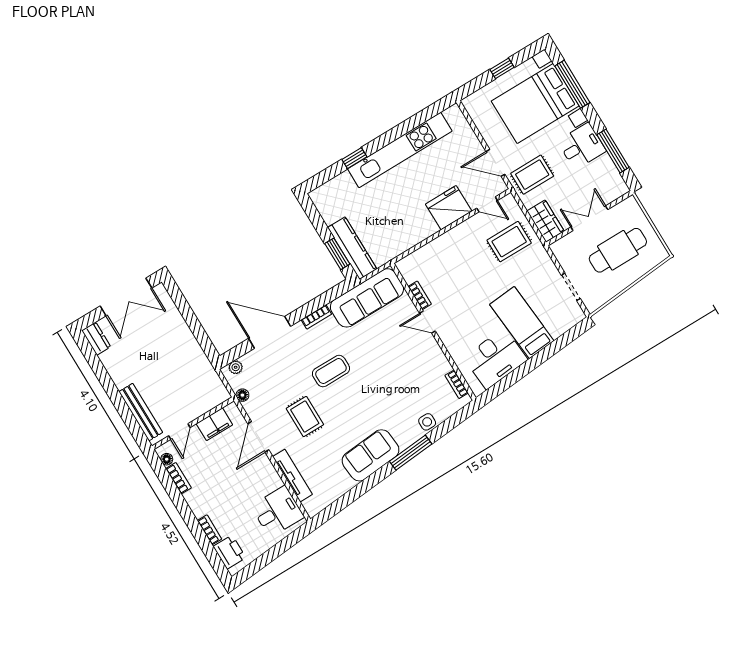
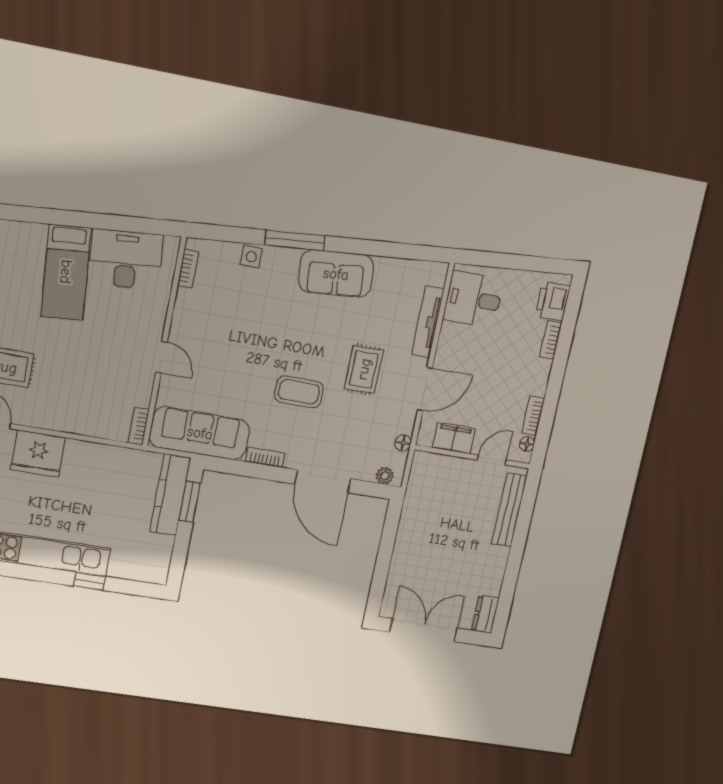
bookcase: (420, 295) -> (139, 426), moved

